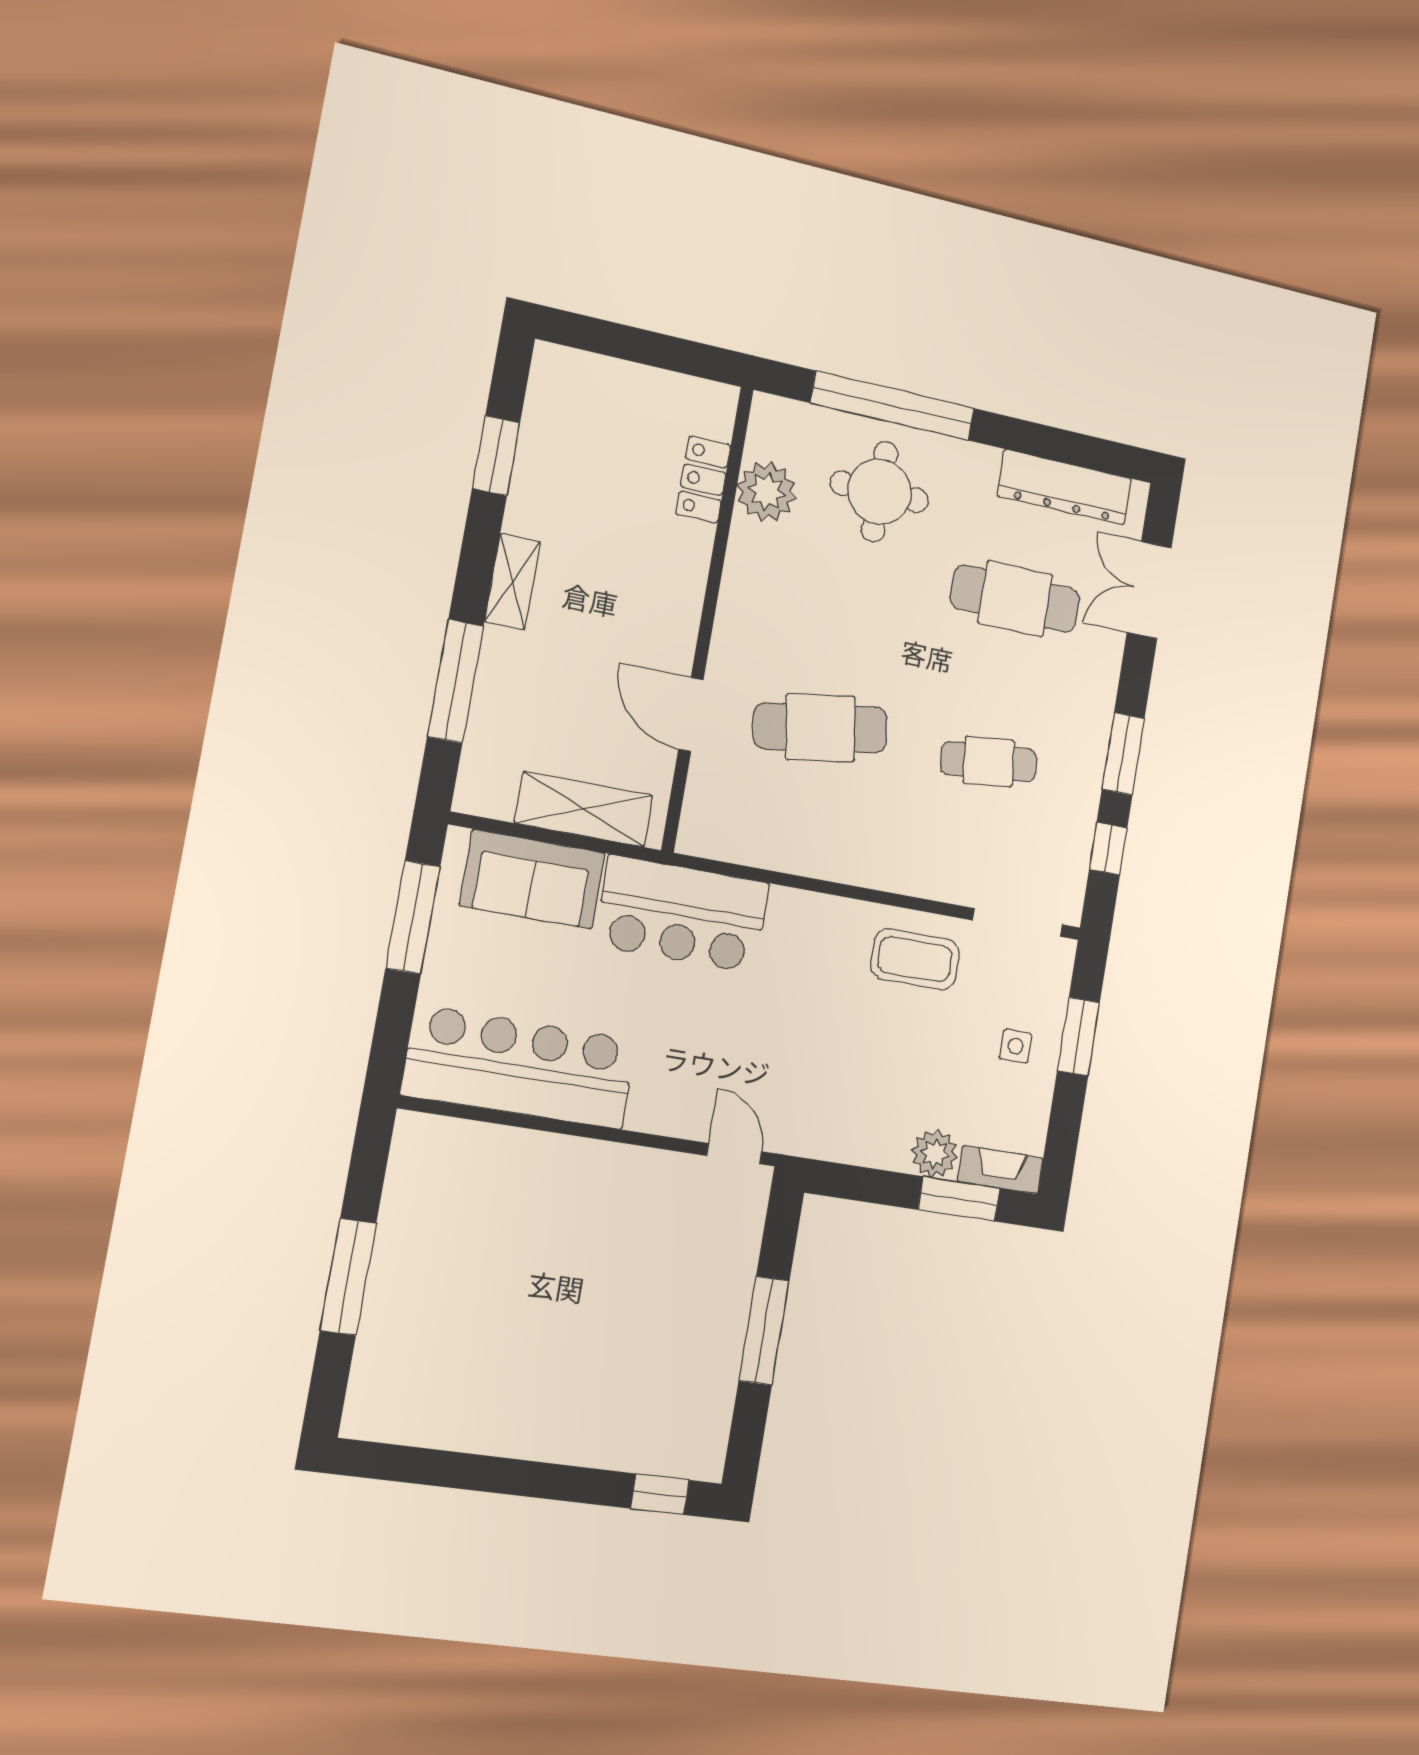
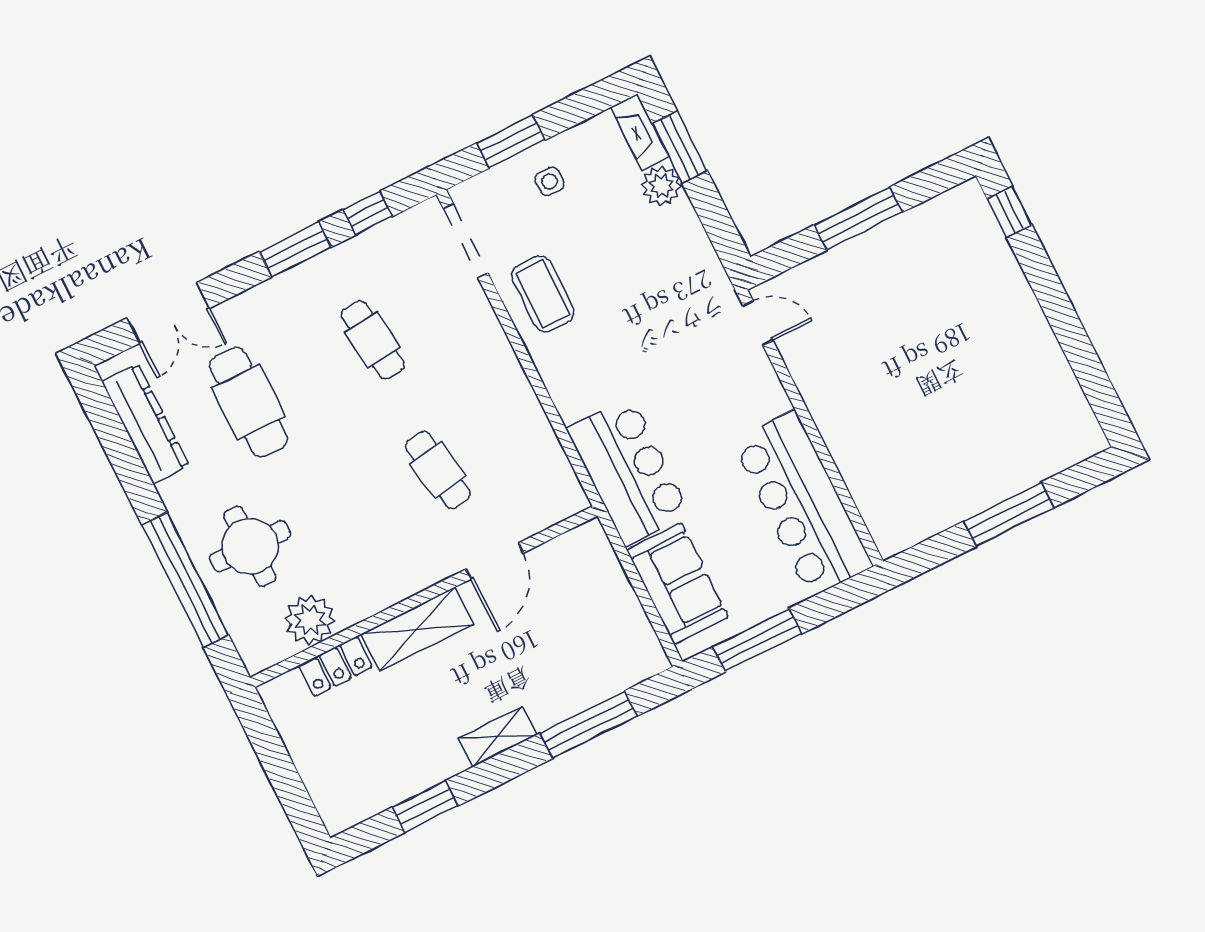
cafe table: (820, 728) -> (438, 470), width x0.73, depth x0.74
shelving: (584, 809) -> (417, 629), moved, turned 90
door: (734, 1154) -> (758, 323), swing flipped

